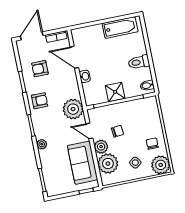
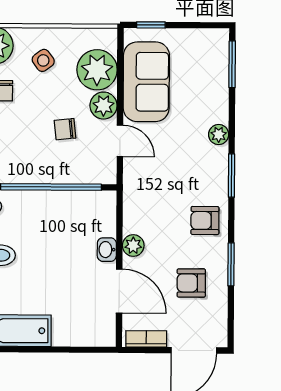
armchair: (40, 69) -> (191, 283), turned 180
shower: (115, 92) -> (54, 207), removed
plant: (73, 109) -> (133, 246), moved, width x0.53, depth x0.53

